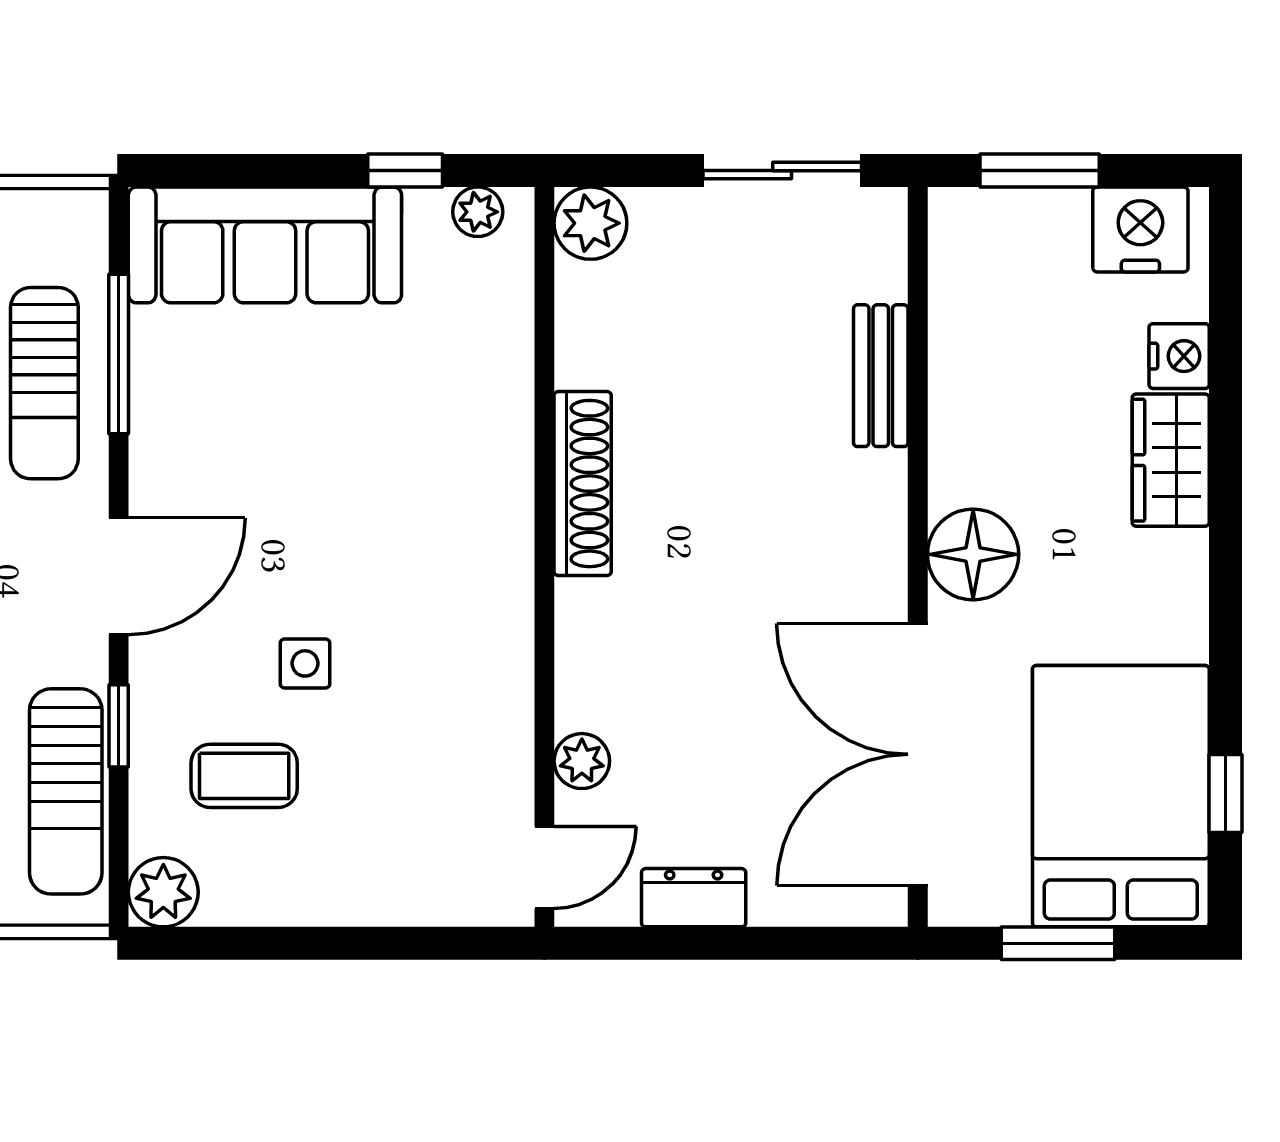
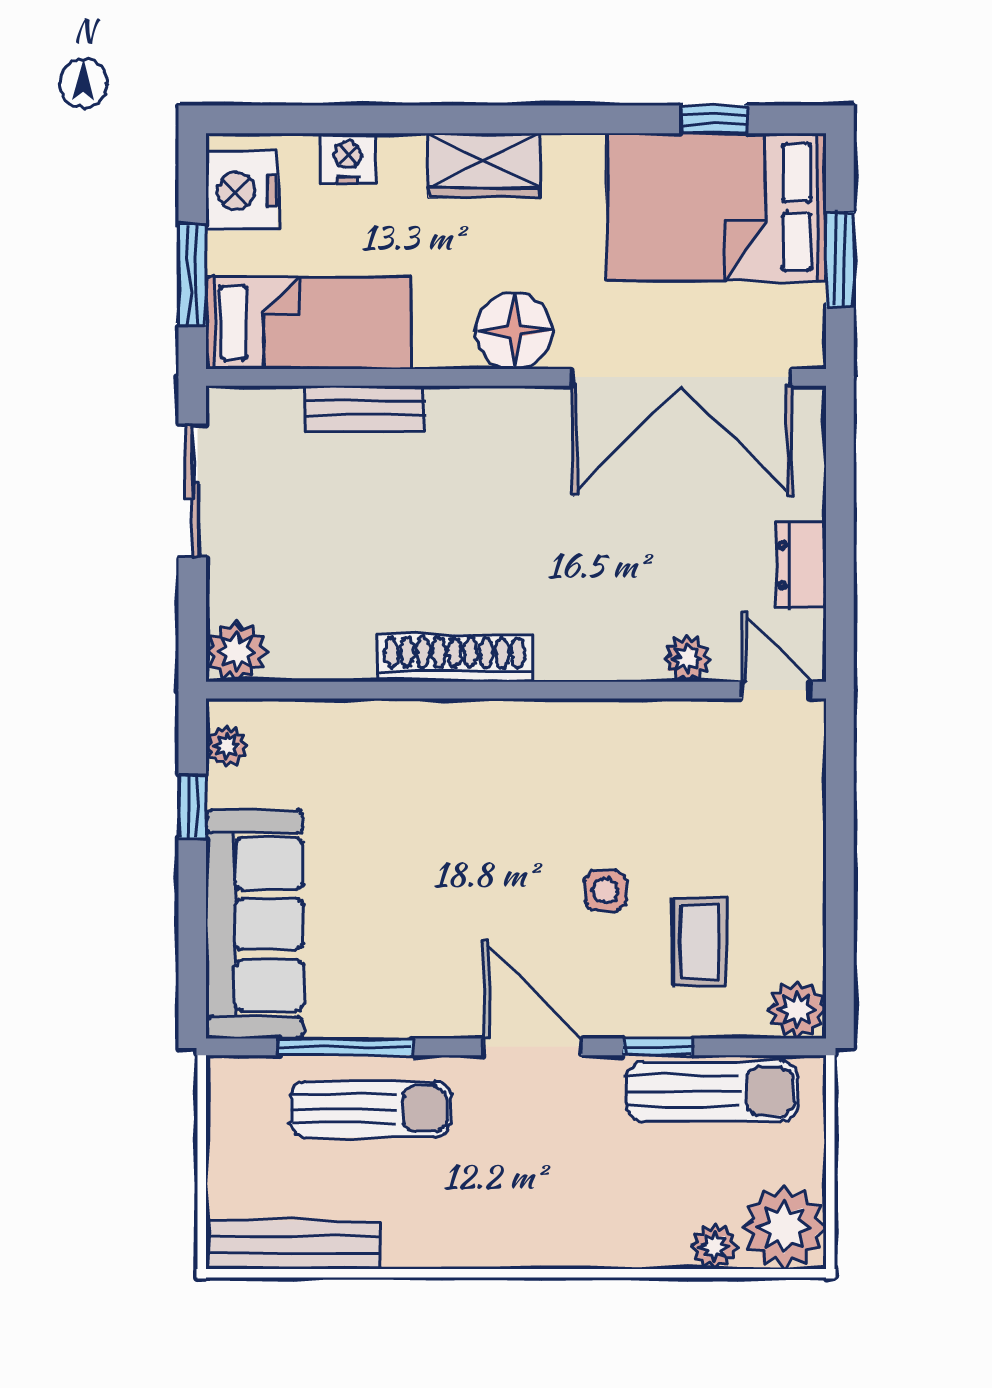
bed: (982, 309) -> (308, 323), added
wardrobe: (1171, 460) -> (484, 165), moved

